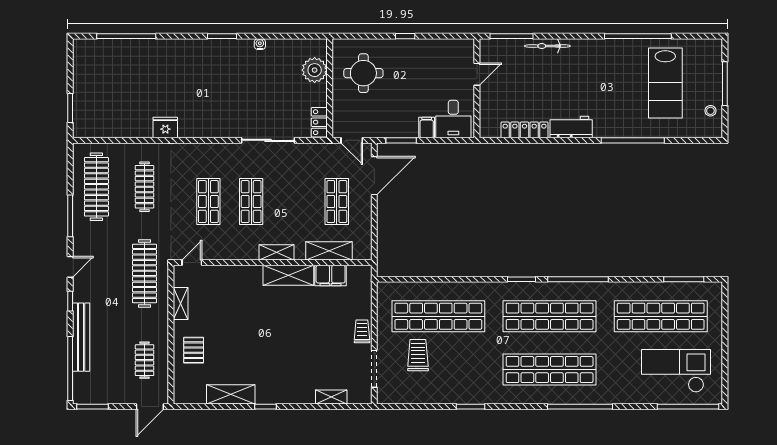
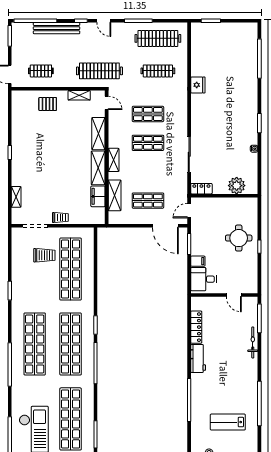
round table: (363, 73) -> (239, 238), moved
lab bench: (665, 83) -> (228, 422), width x0.73, depth x0.72
shelving: (231, 394) -> (98, 134), moved

